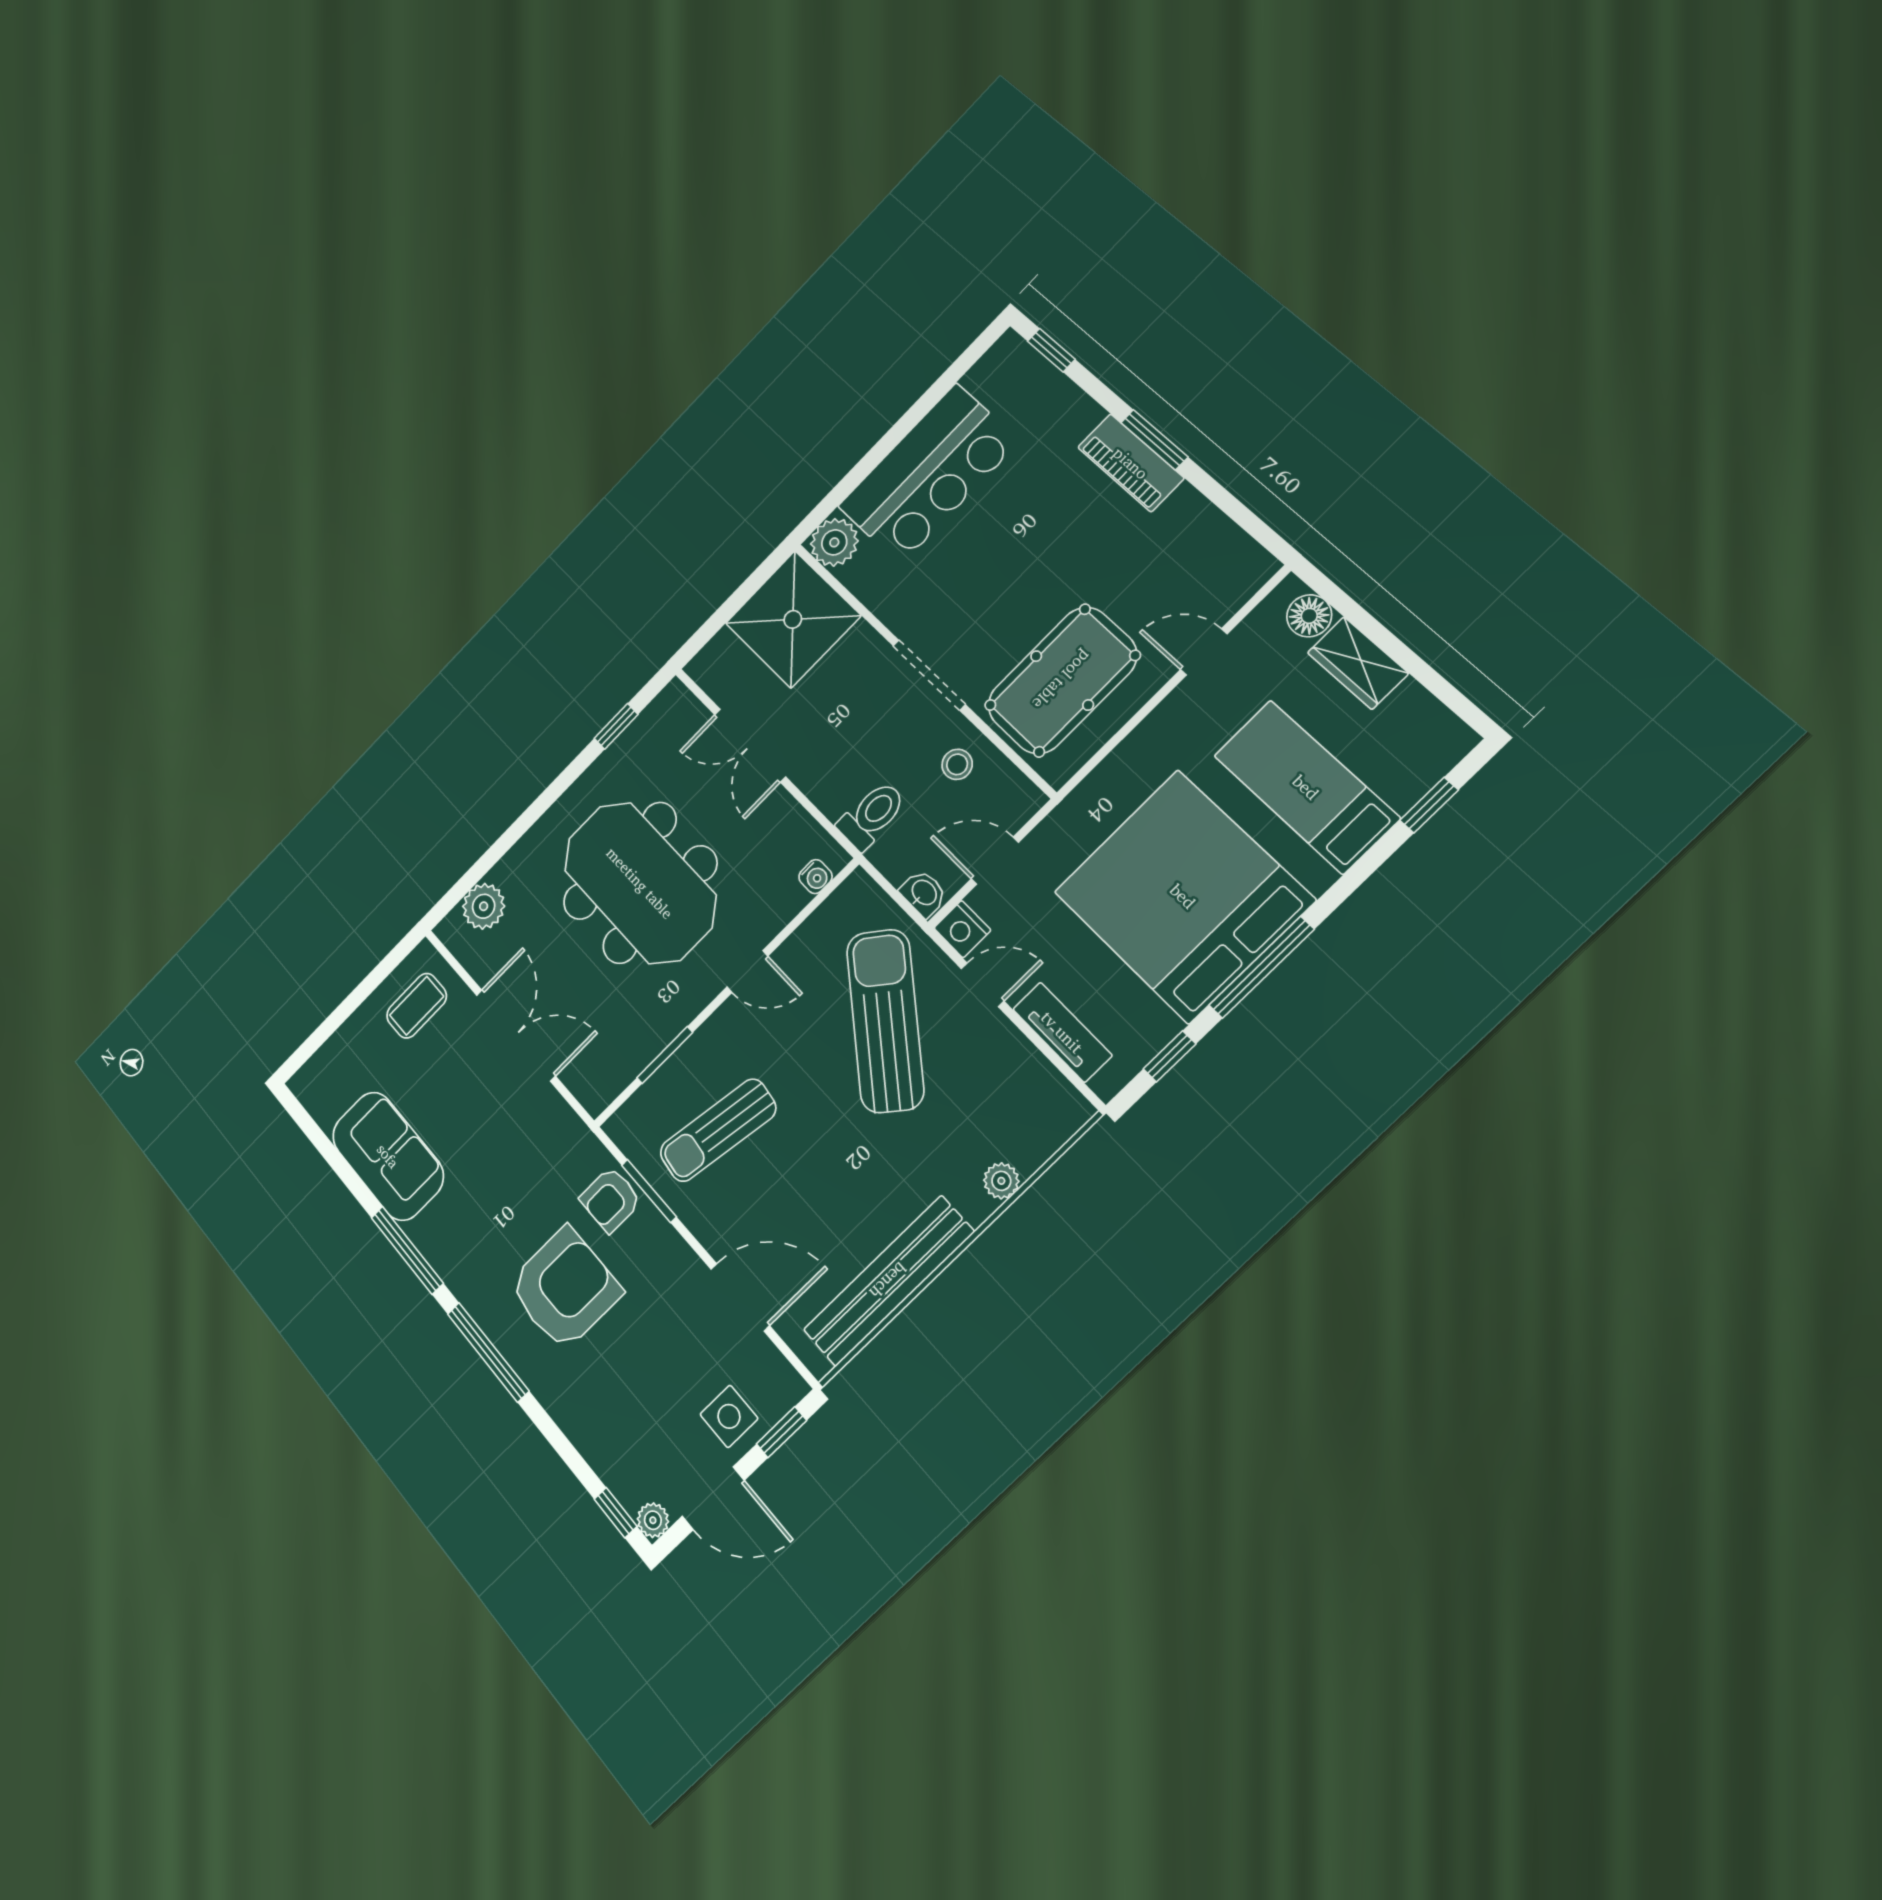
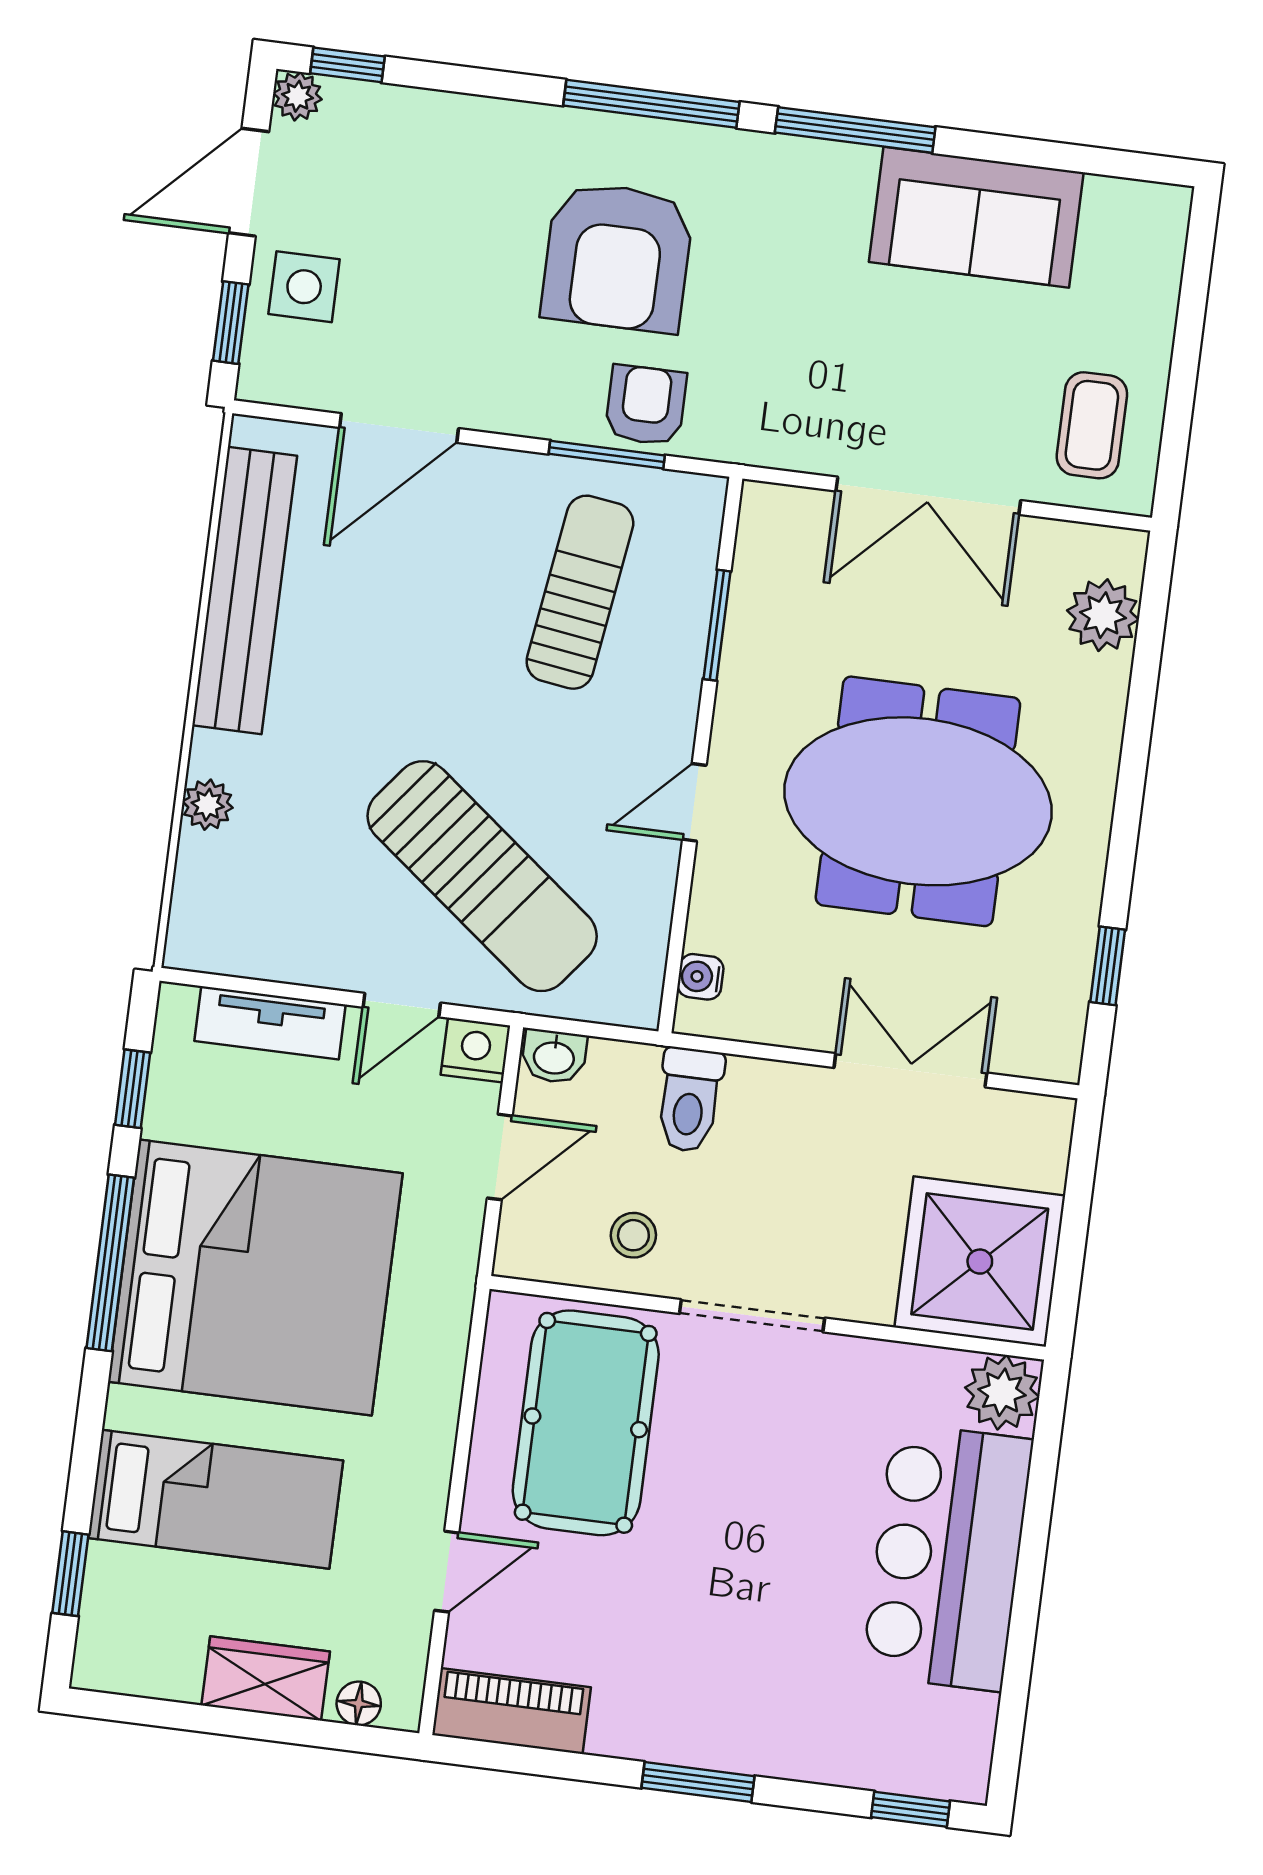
piano: (1131, 463) -> (512, 1711), moved
floor lamp: (1309, 616) -> (359, 1703), width x0.73, depth x0.73

